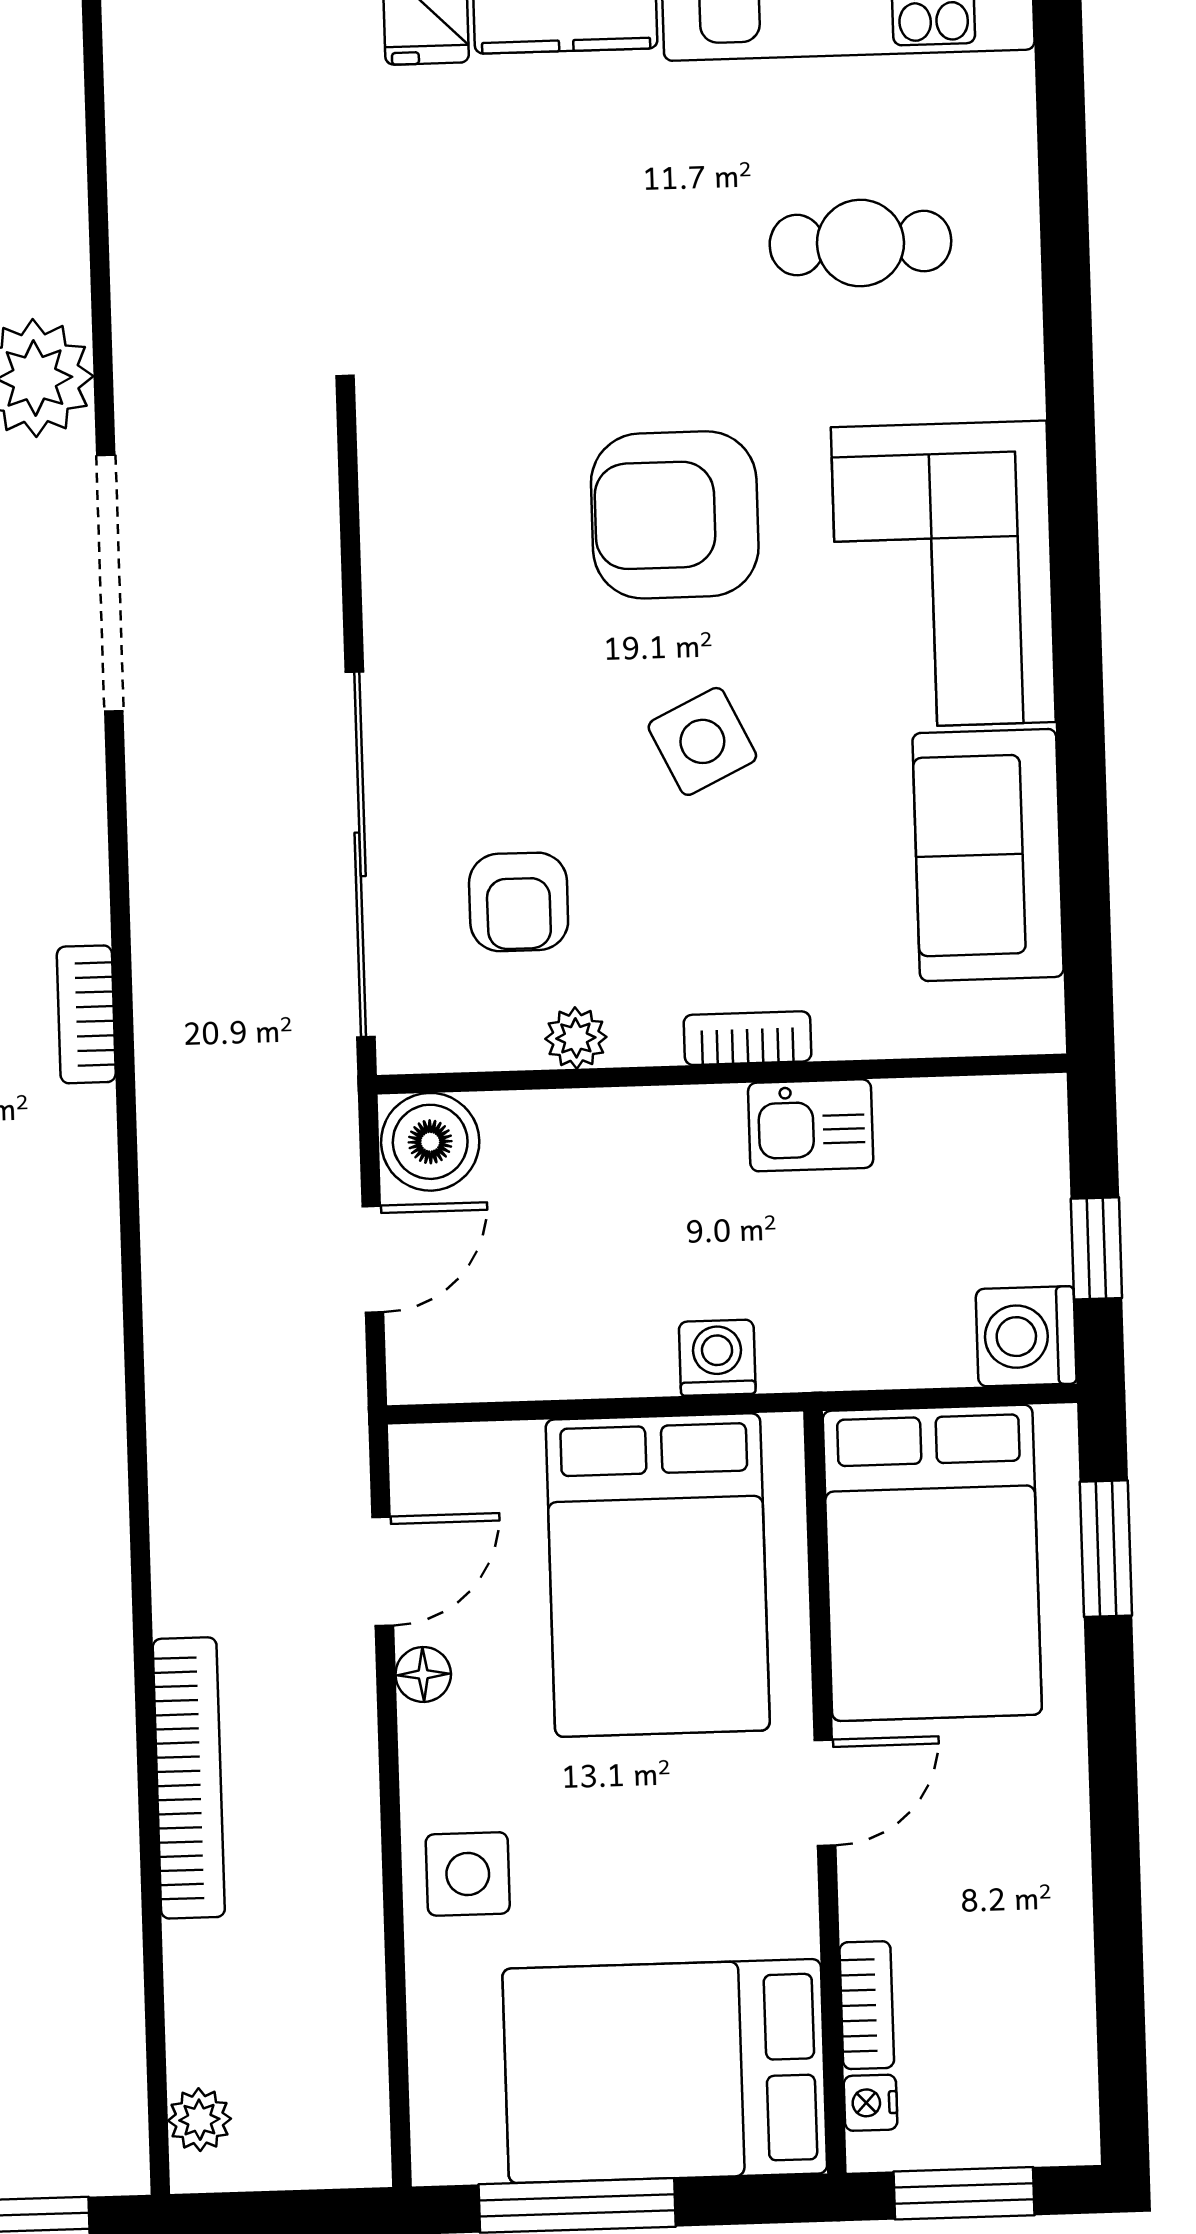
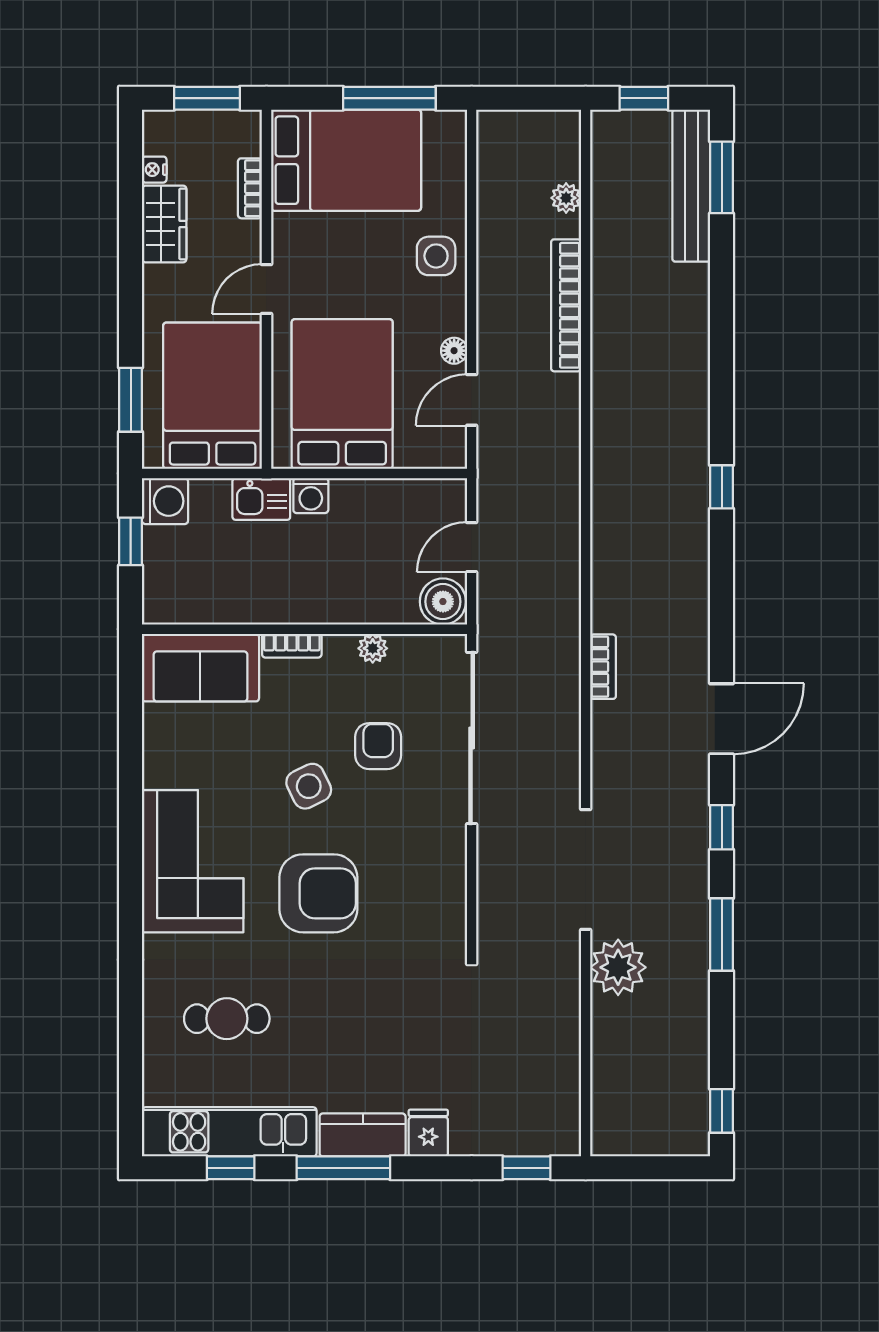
sofa: (988, 855) -> (200, 668), moved, turned 90
armchair: (519, 902) -> (378, 746), moved
kitchen sink: (811, 1125) -> (261, 499), moved, turned 180
wardrobe: (1046, 1924) -> (164, 224), added
nightstand: (870, 2103) -> (154, 170), moved, turned 180
plant: (199, 2120) -> (566, 198), moved

